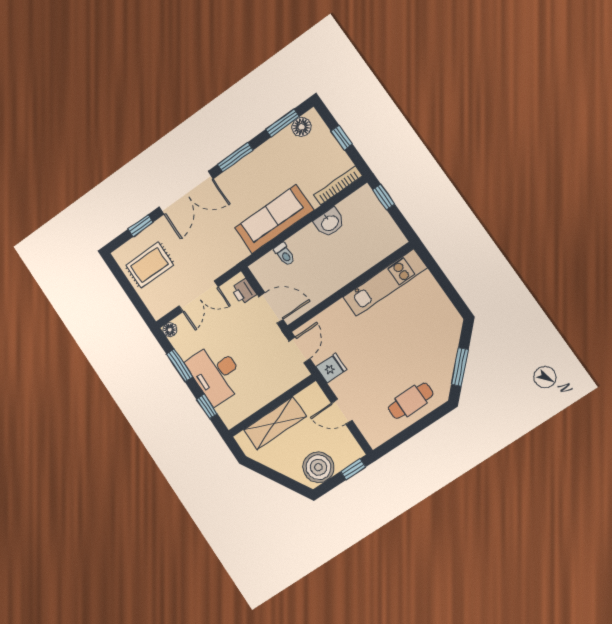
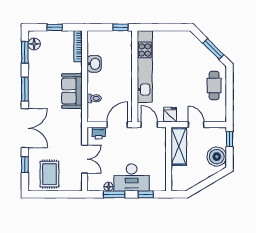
window: (384, 197) -> (121, 27), moved
sofa: (274, 219) -> (72, 91), width x0.73
kitchen unit: (385, 283) -> (145, 67), width x1.36
floor lamp: (170, 330) -> (109, 187), moved
door: (342, 412) -> (196, 125), swing flipped
shelving: (275, 423) -> (179, 146), moved

